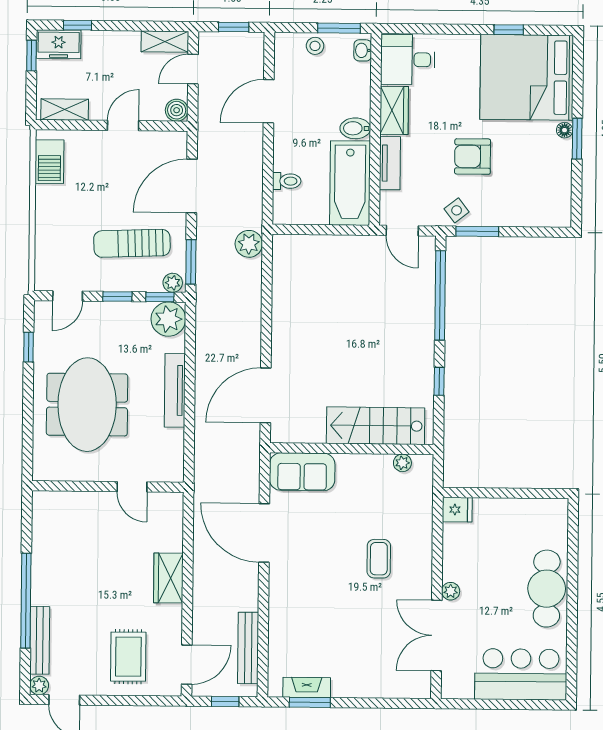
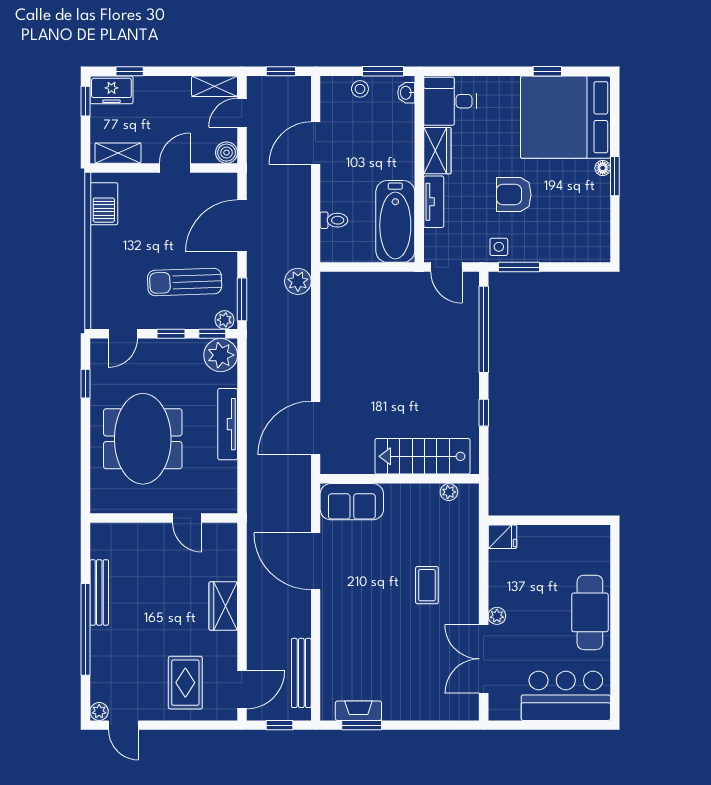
bidet: (355, 128) -> (400, 168), removed
side table: (457, 210) -> (499, 247), turned 38
bench: (40, 640) -> (99, 592), moved

